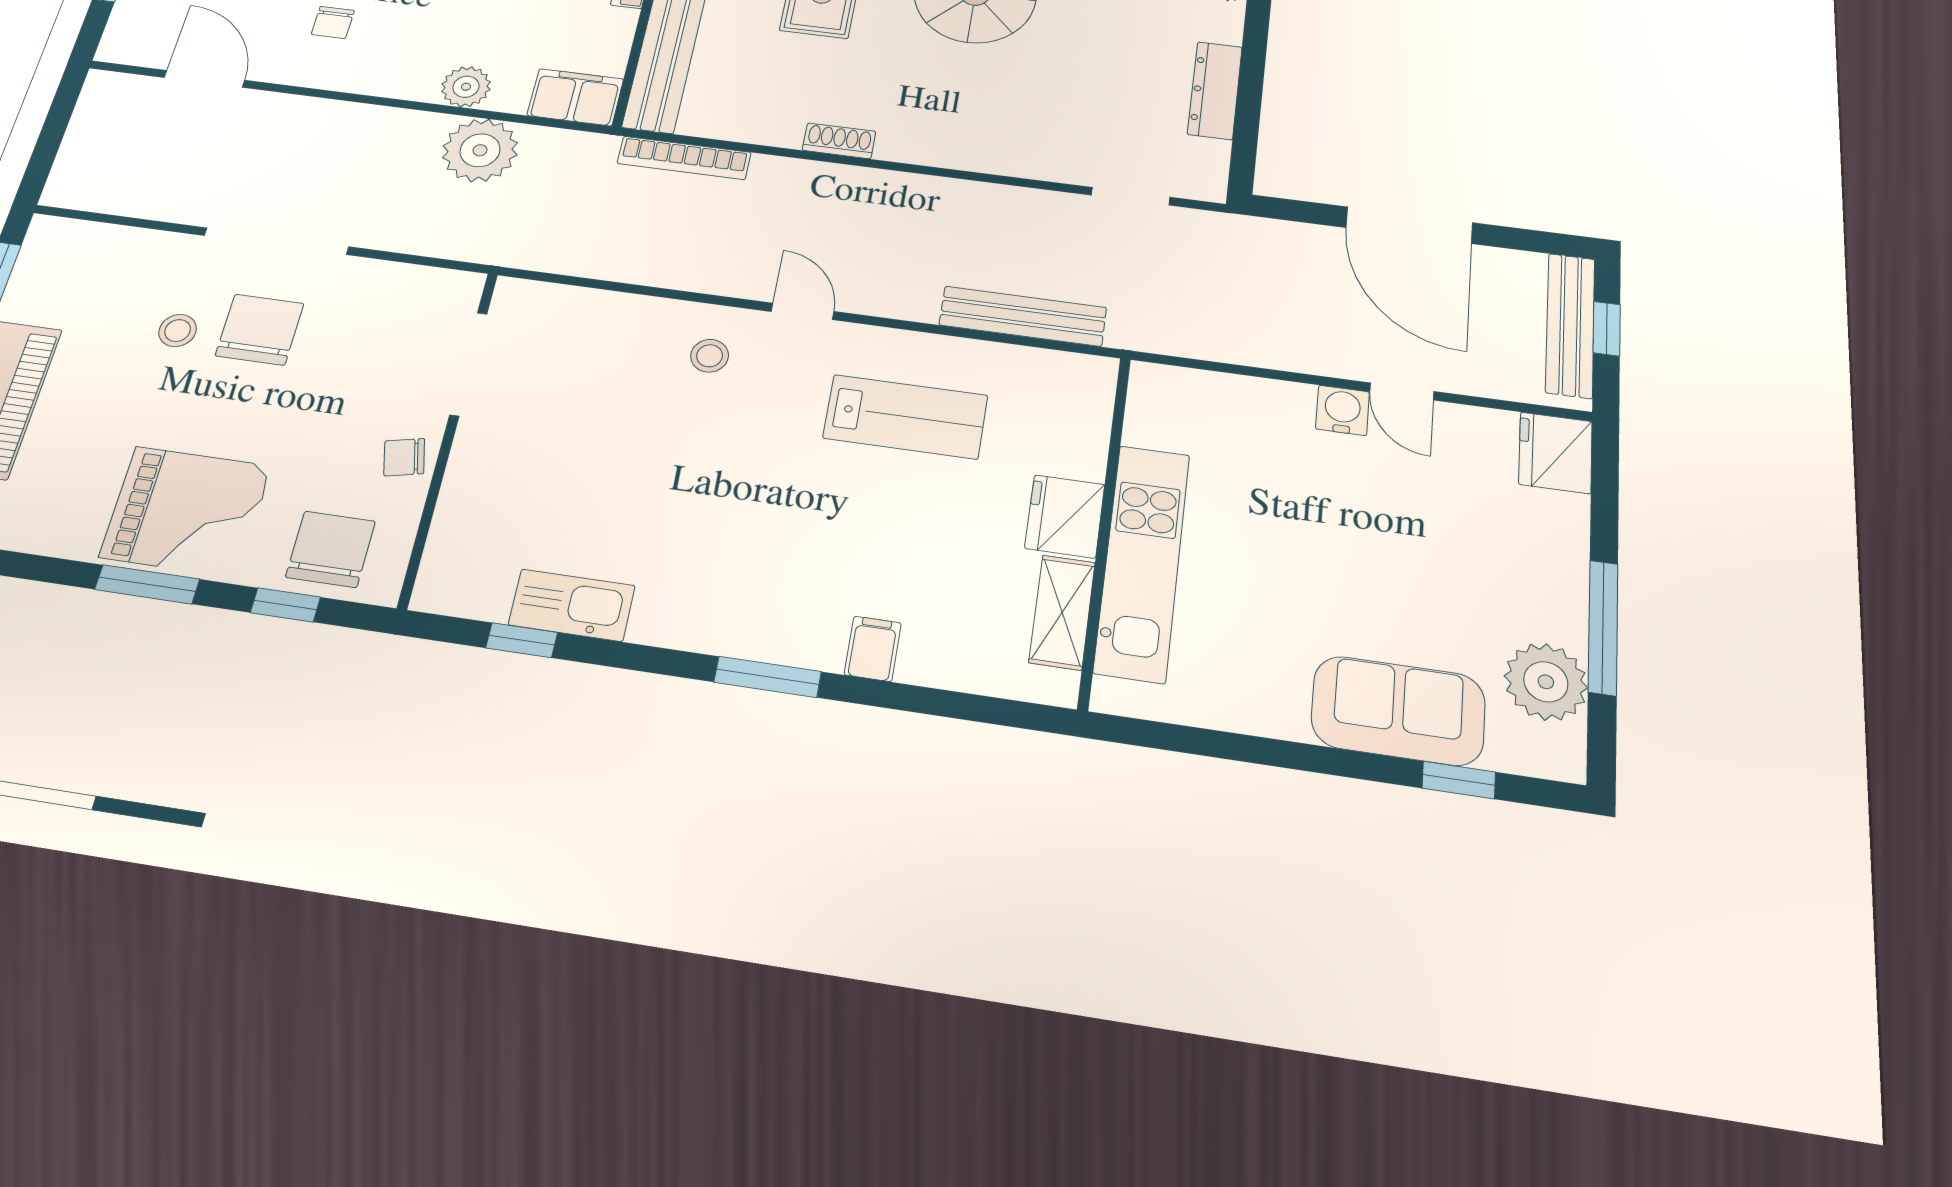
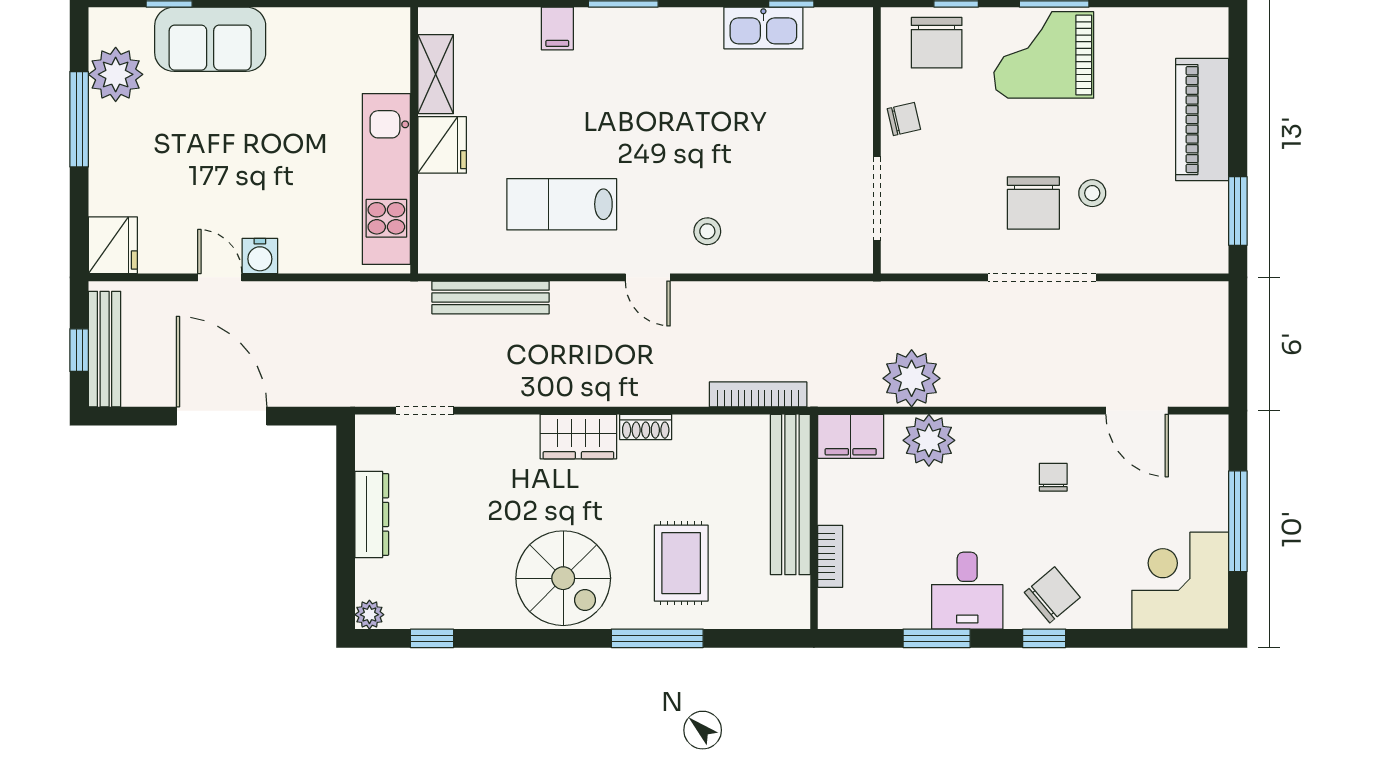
plant: (466, 87) -> (929, 440), width x1.36, depth x1.36
wardrobe: (930, 141) -> (578, 437), added
kitchen unit: (1142, 562) -> (386, 179), moved

